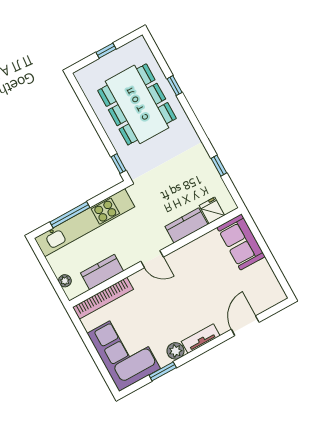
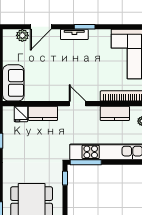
window: (70, 215) -> (86, 162), moved
plant: (175, 351) -> (22, 35), moved
window: (163, 371) -> (85, 27), moved

